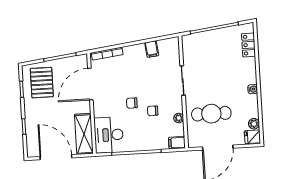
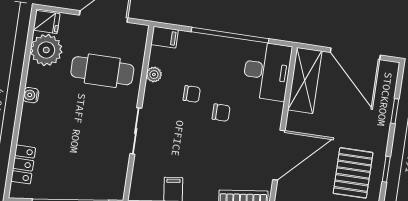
plant: (254, 124) -> (46, 50), width x1.87, depth x1.87

